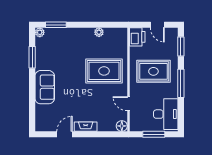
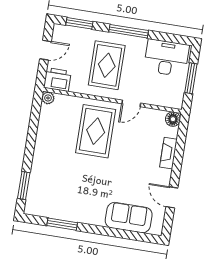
plant: (40, 32) -> (30, 209), removed
plant: (99, 32) -> (48, 98), moved
sofa: (45, 87) -> (129, 218), moved
door: (128, 104) -> (131, 103), moved
fireplace: (86, 127) -> (168, 153), moved

